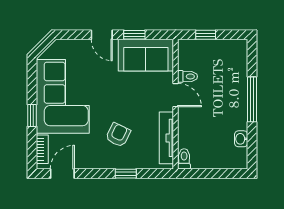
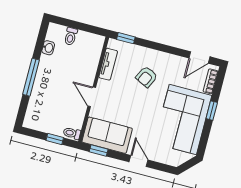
window: (134, 35) -> (99, 150), moved
toilet: (188, 76) -> (72, 133), moved
tv unit: (166, 138) -> (108, 64), width x0.71
toilet: (184, 159) -> (71, 36), moved
window: (126, 174) -> (126, 38), moved

